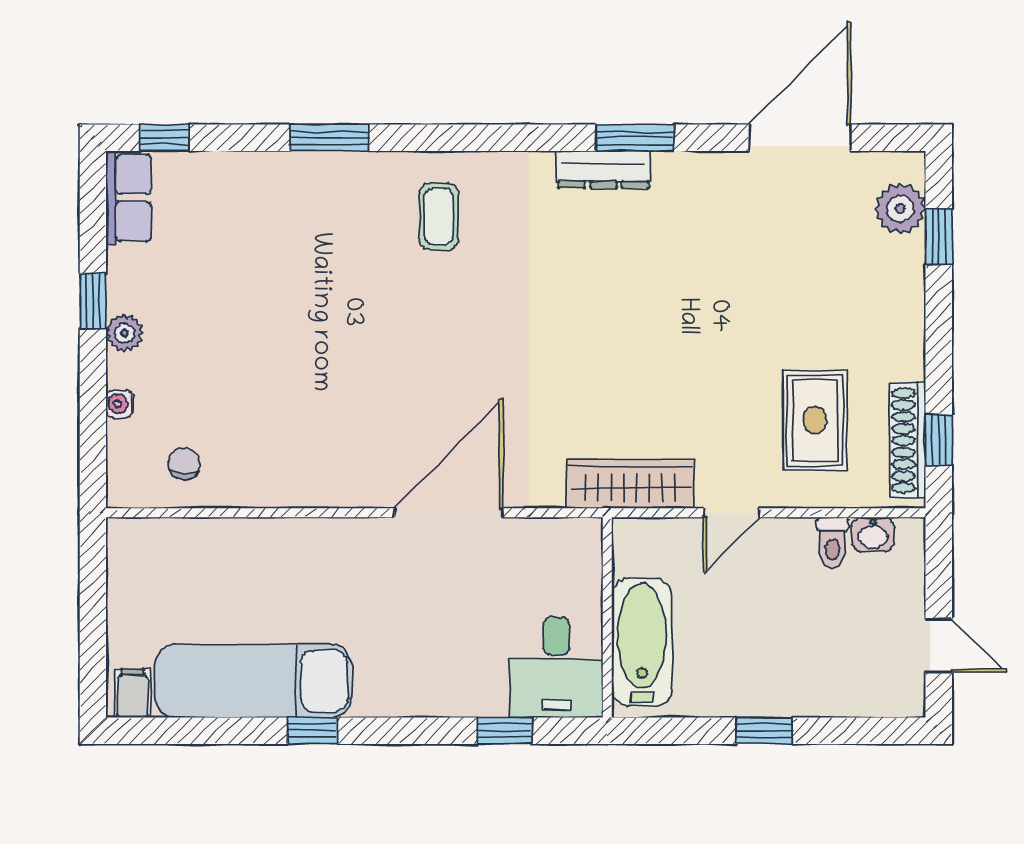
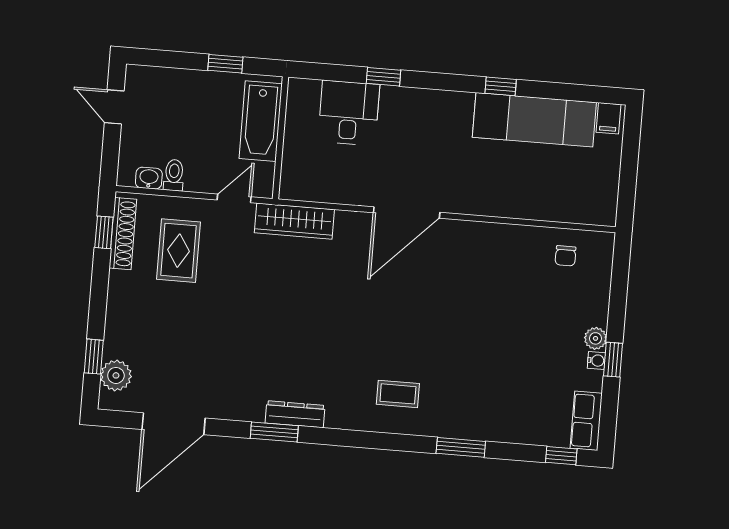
coffee table: (439, 216) -> (398, 394), turned 90
water cooler: (120, 404) -> (596, 360), moved
wall: (607, 617) -> (280, 138), moved
bathtub: (642, 642) -> (261, 121), moved

